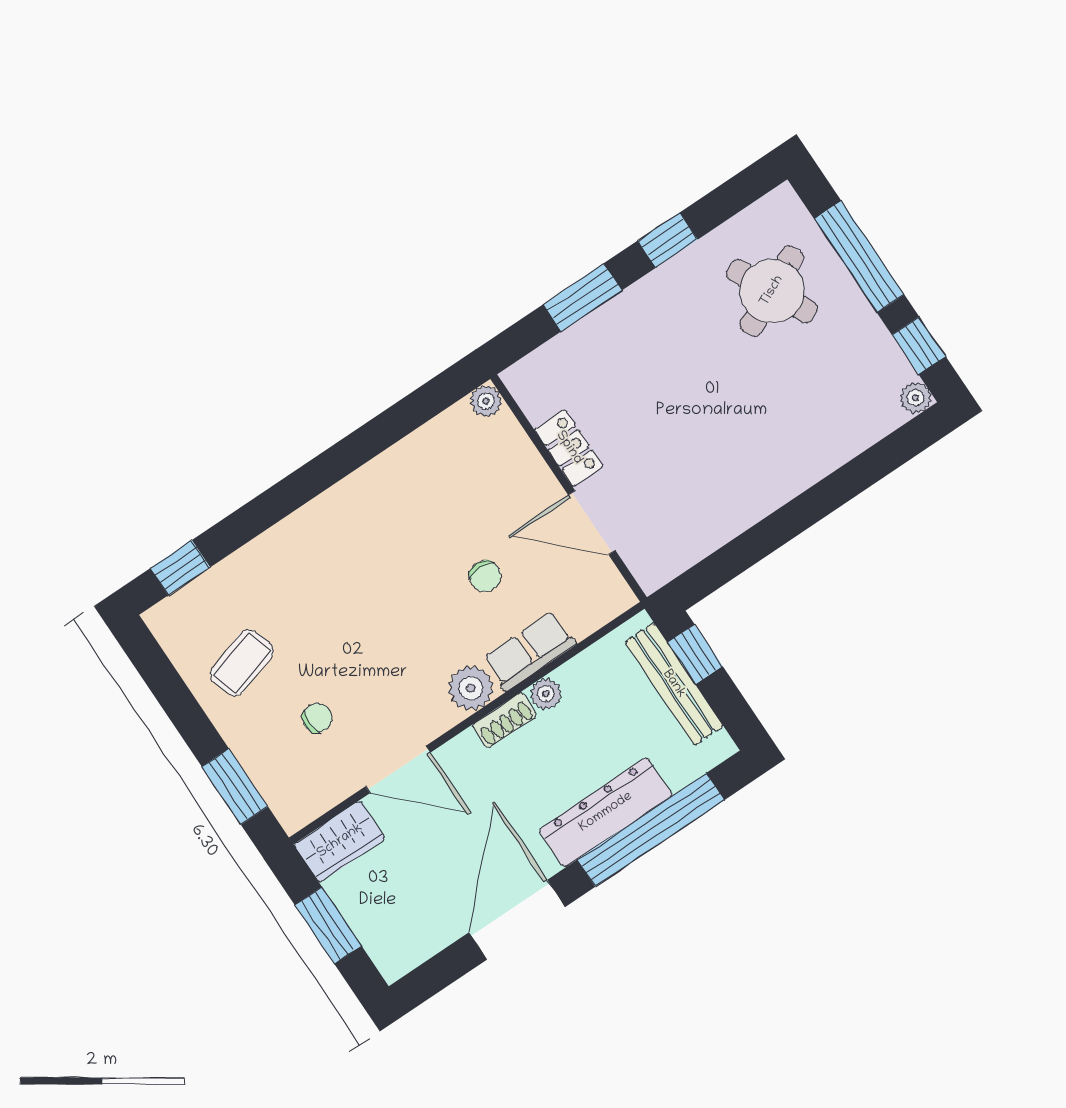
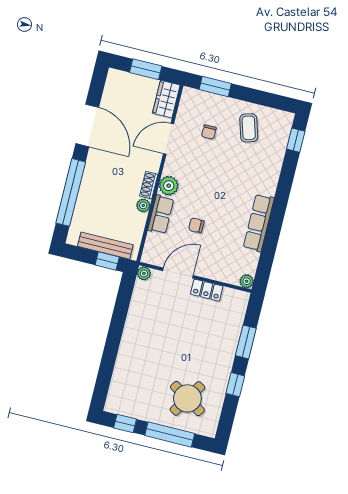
round table: (772, 291) -> (187, 398), turned -32
plant: (915, 398) -> (144, 273), moved
row of seats: (374, 483) -> (259, 223), added
dresser: (606, 812) -> (90, 185), removed

